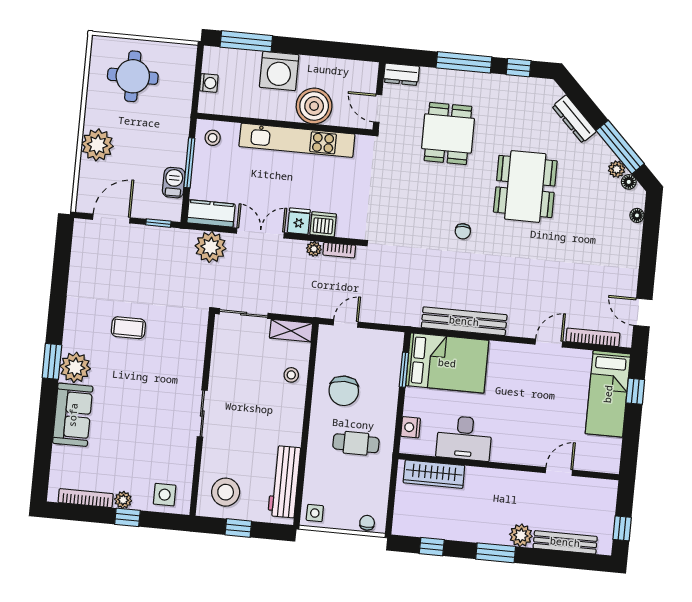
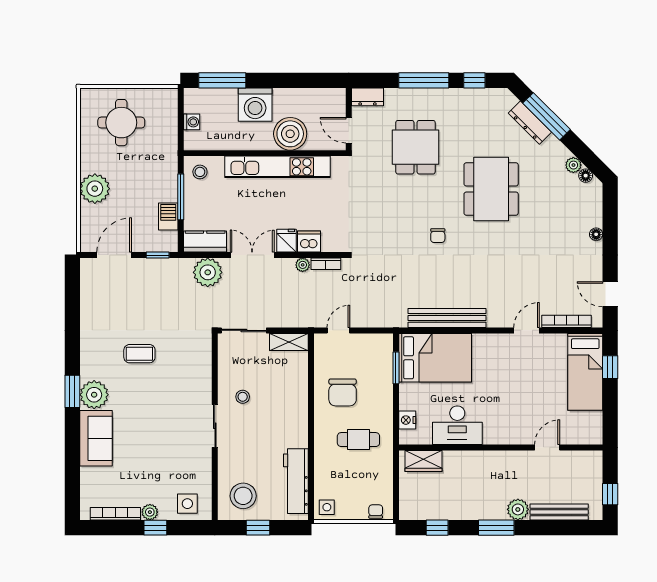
window: (620, 147) -> (547, 116), moved
floor lamp: (637, 215) -> (596, 234), moved
stool: (291, 375) -> (243, 397), moved
wardrobe: (434, 474) -> (424, 461), width x0.67

